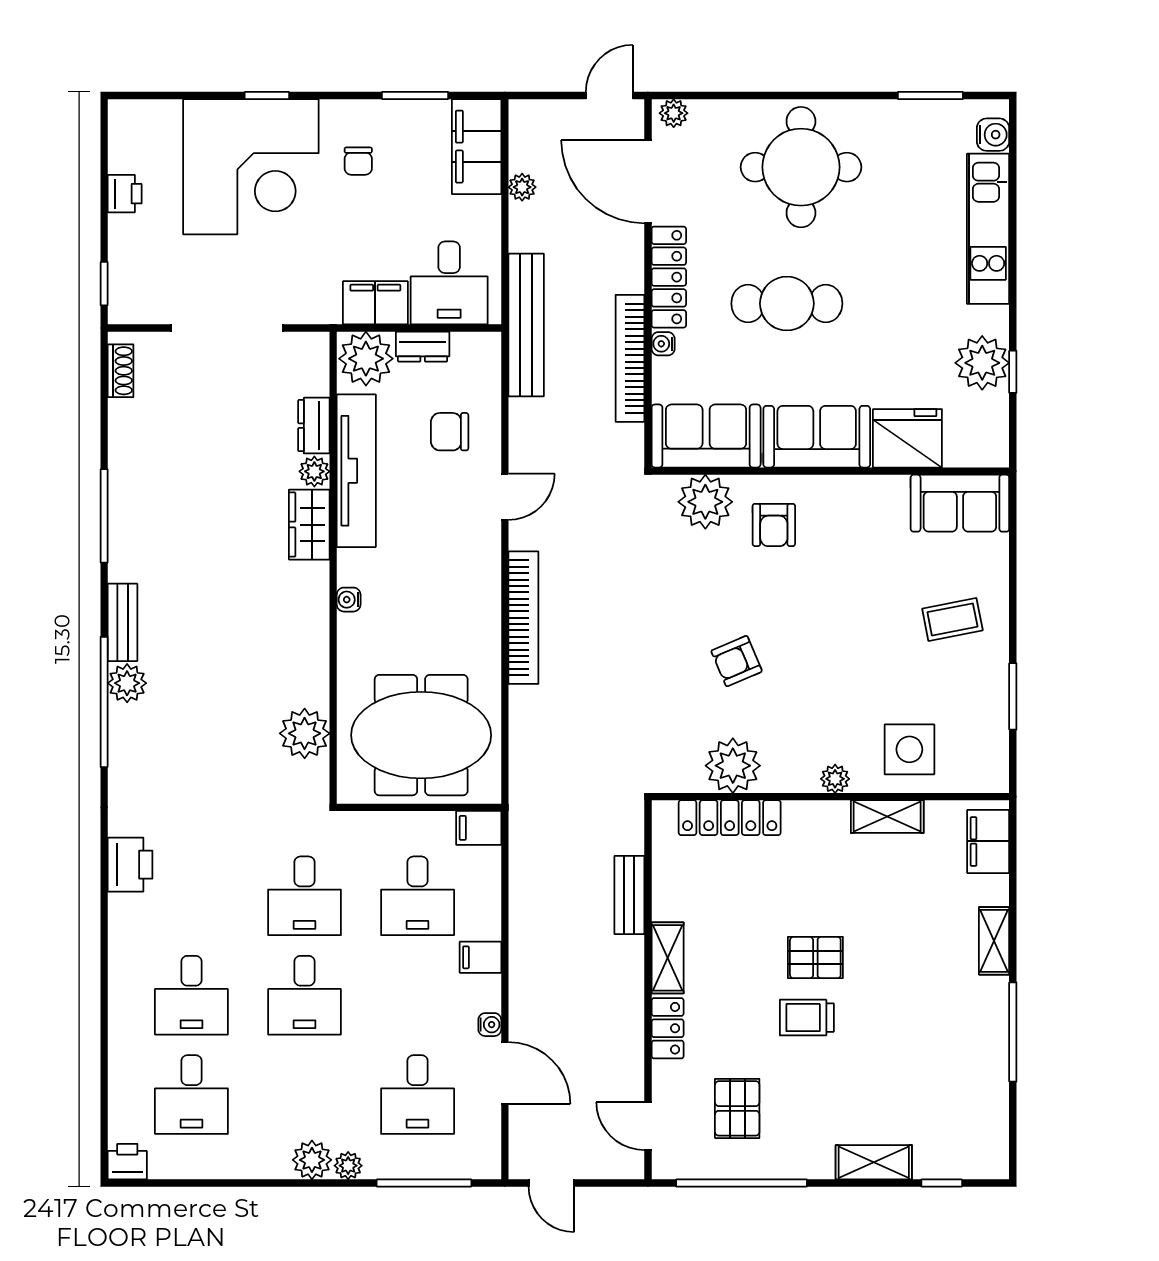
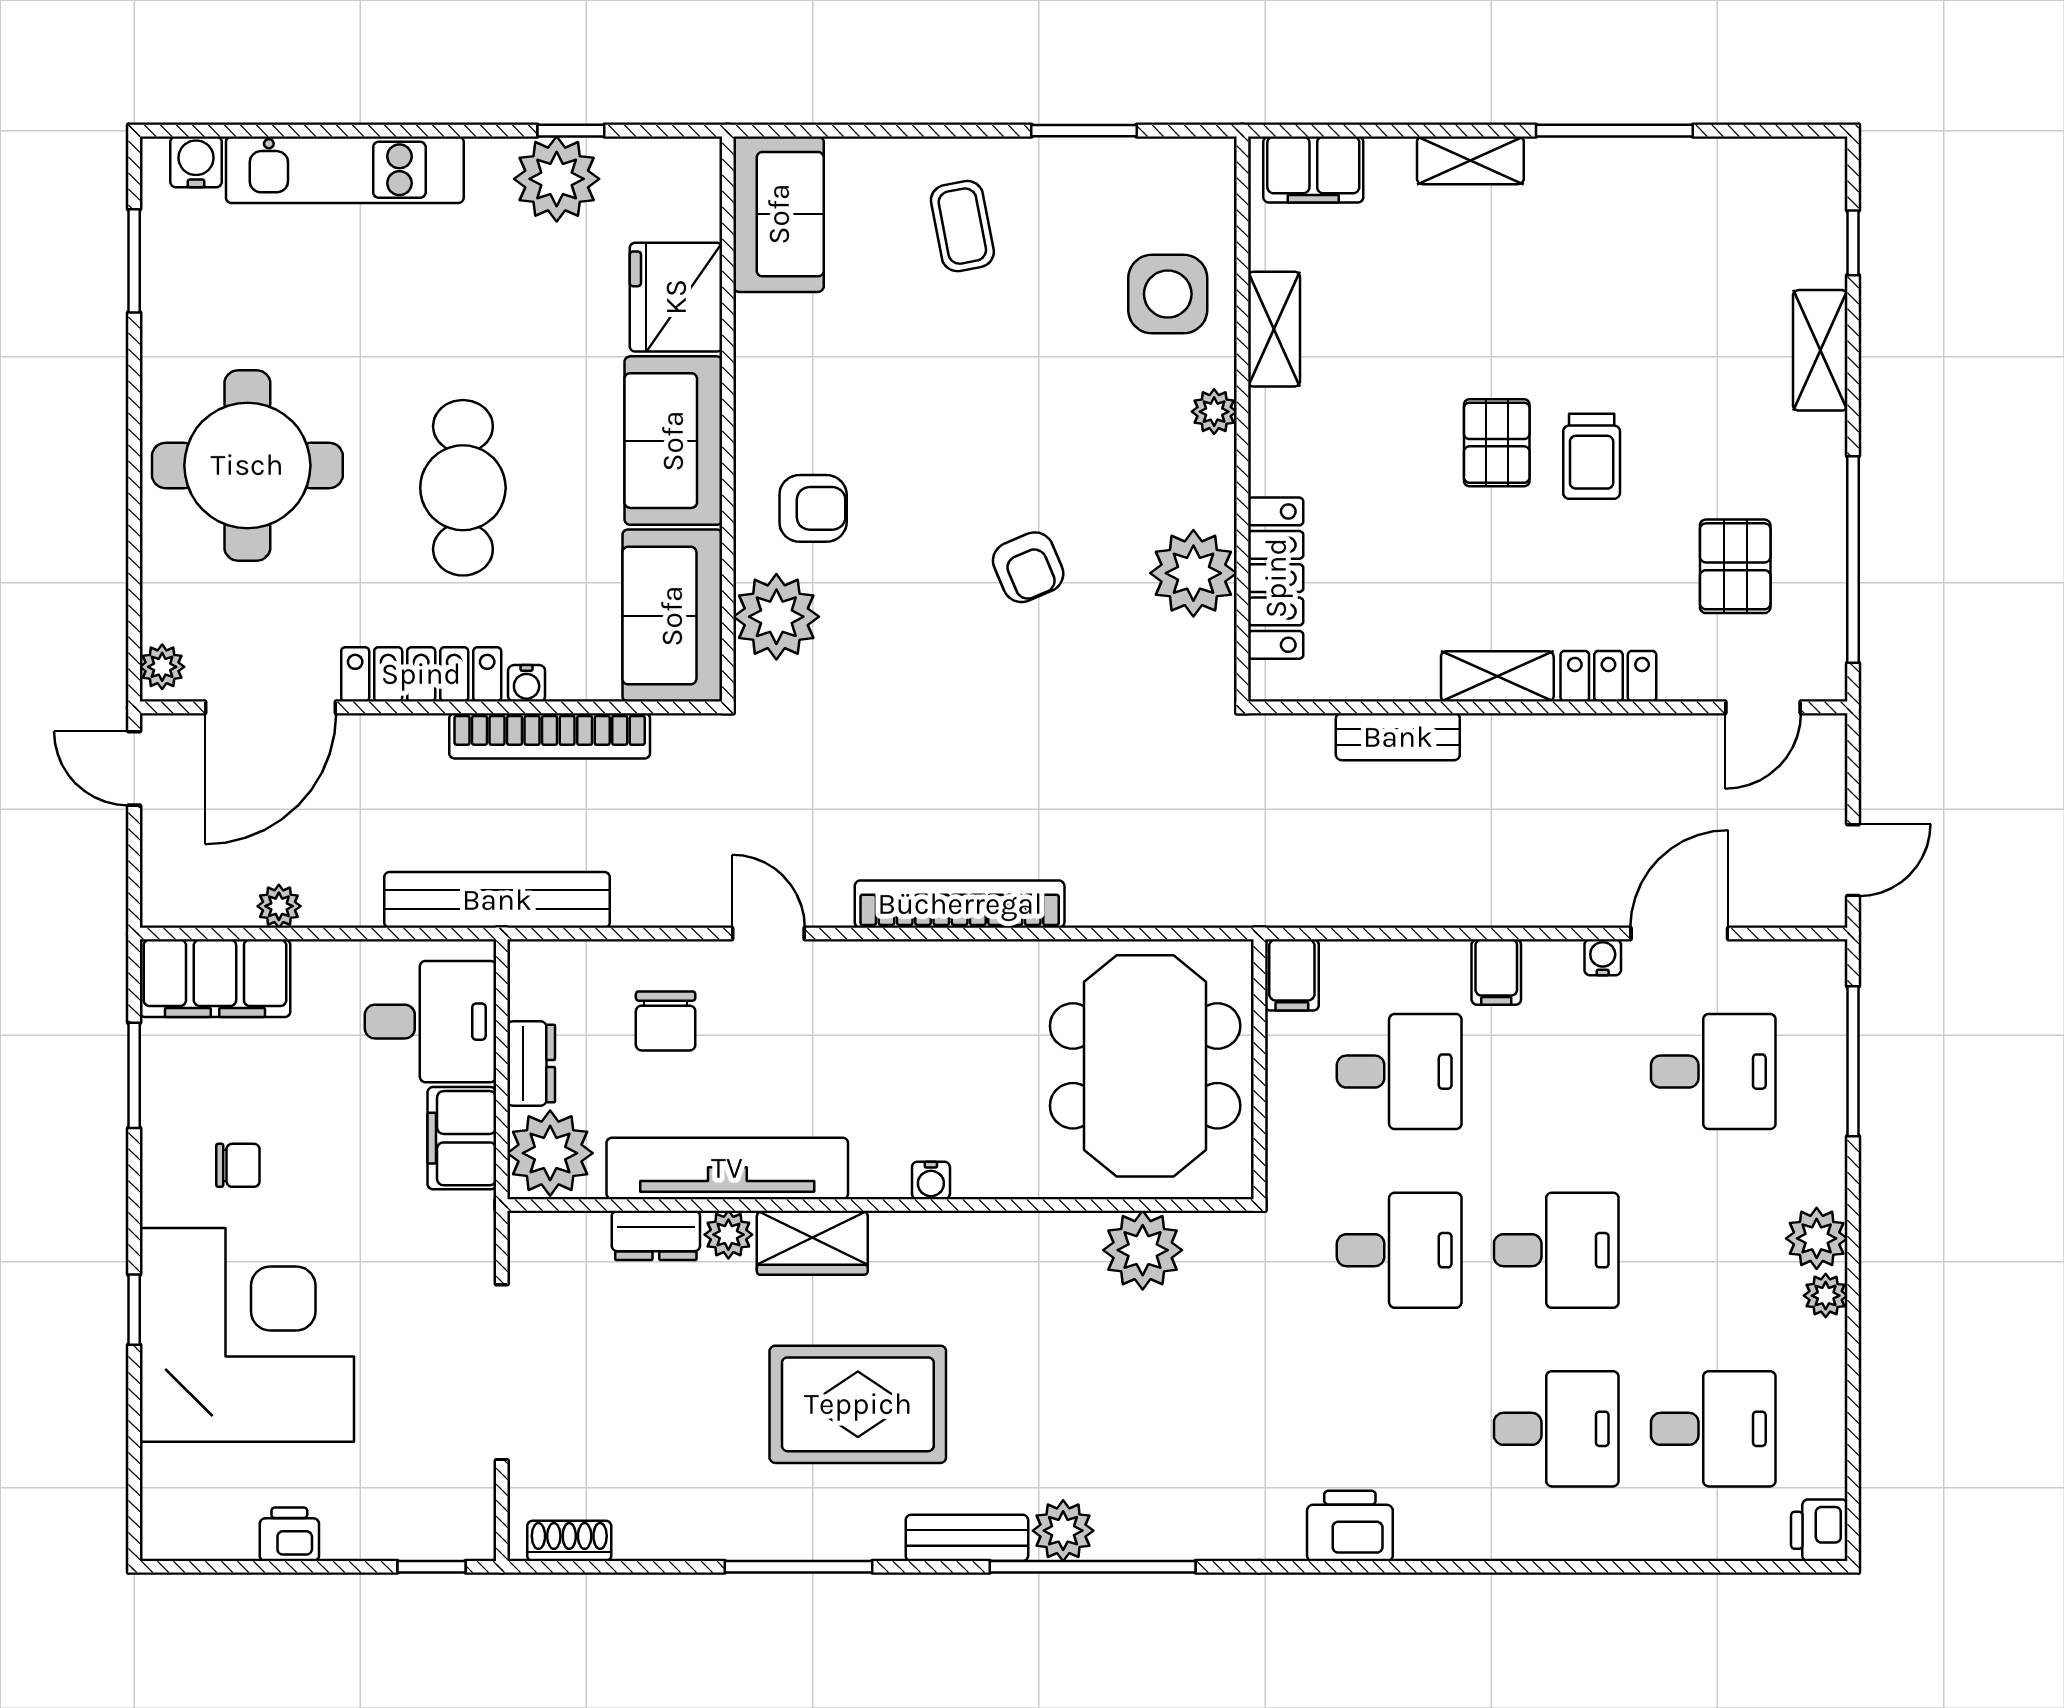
rug: (207, 553) -> (858, 1404), added
pallet: (737, 1108) -> (1735, 566), turned 90
plant: (348, 1166) -> (1826, 1296), moved

